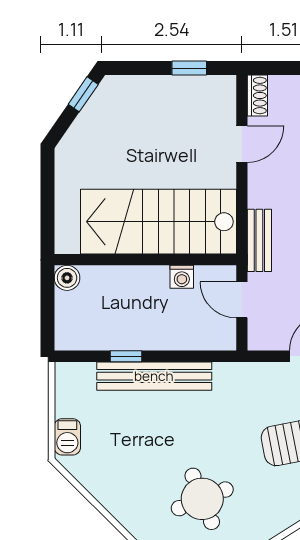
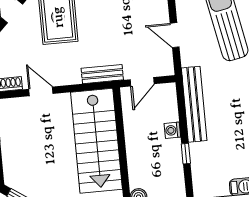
washing machine: (182, 277) -> (172, 130), moved, turned 180
bench: (154, 376) -> (194, 104), moved

